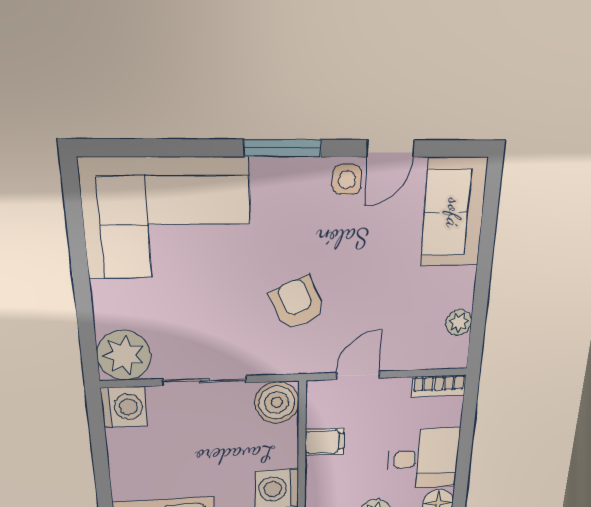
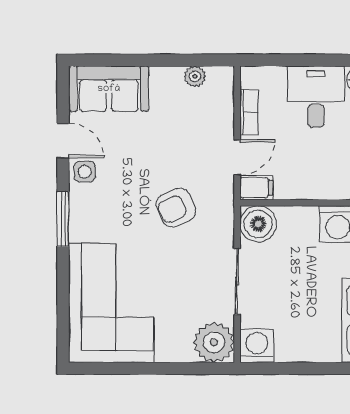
door: (358, 375) -> (237, 157), swing flipped
bookcase: (439, 386) -> (249, 112), moved
filing cabinet: (325, 442) -> (256, 188), moved, turned 90

